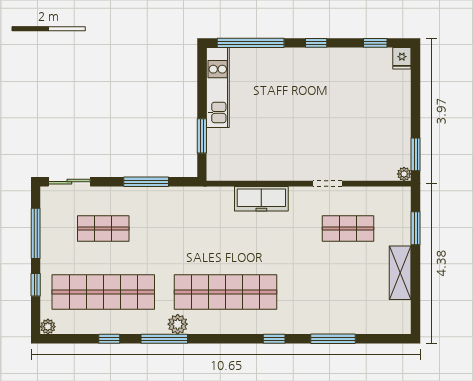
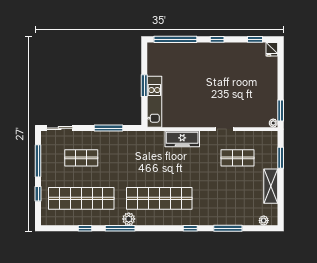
kitchen unit: (218, 88) -> (154, 102), moved
window: (202, 136) -> (144, 86), moved
plant: (48, 327) -> (264, 221), moved

